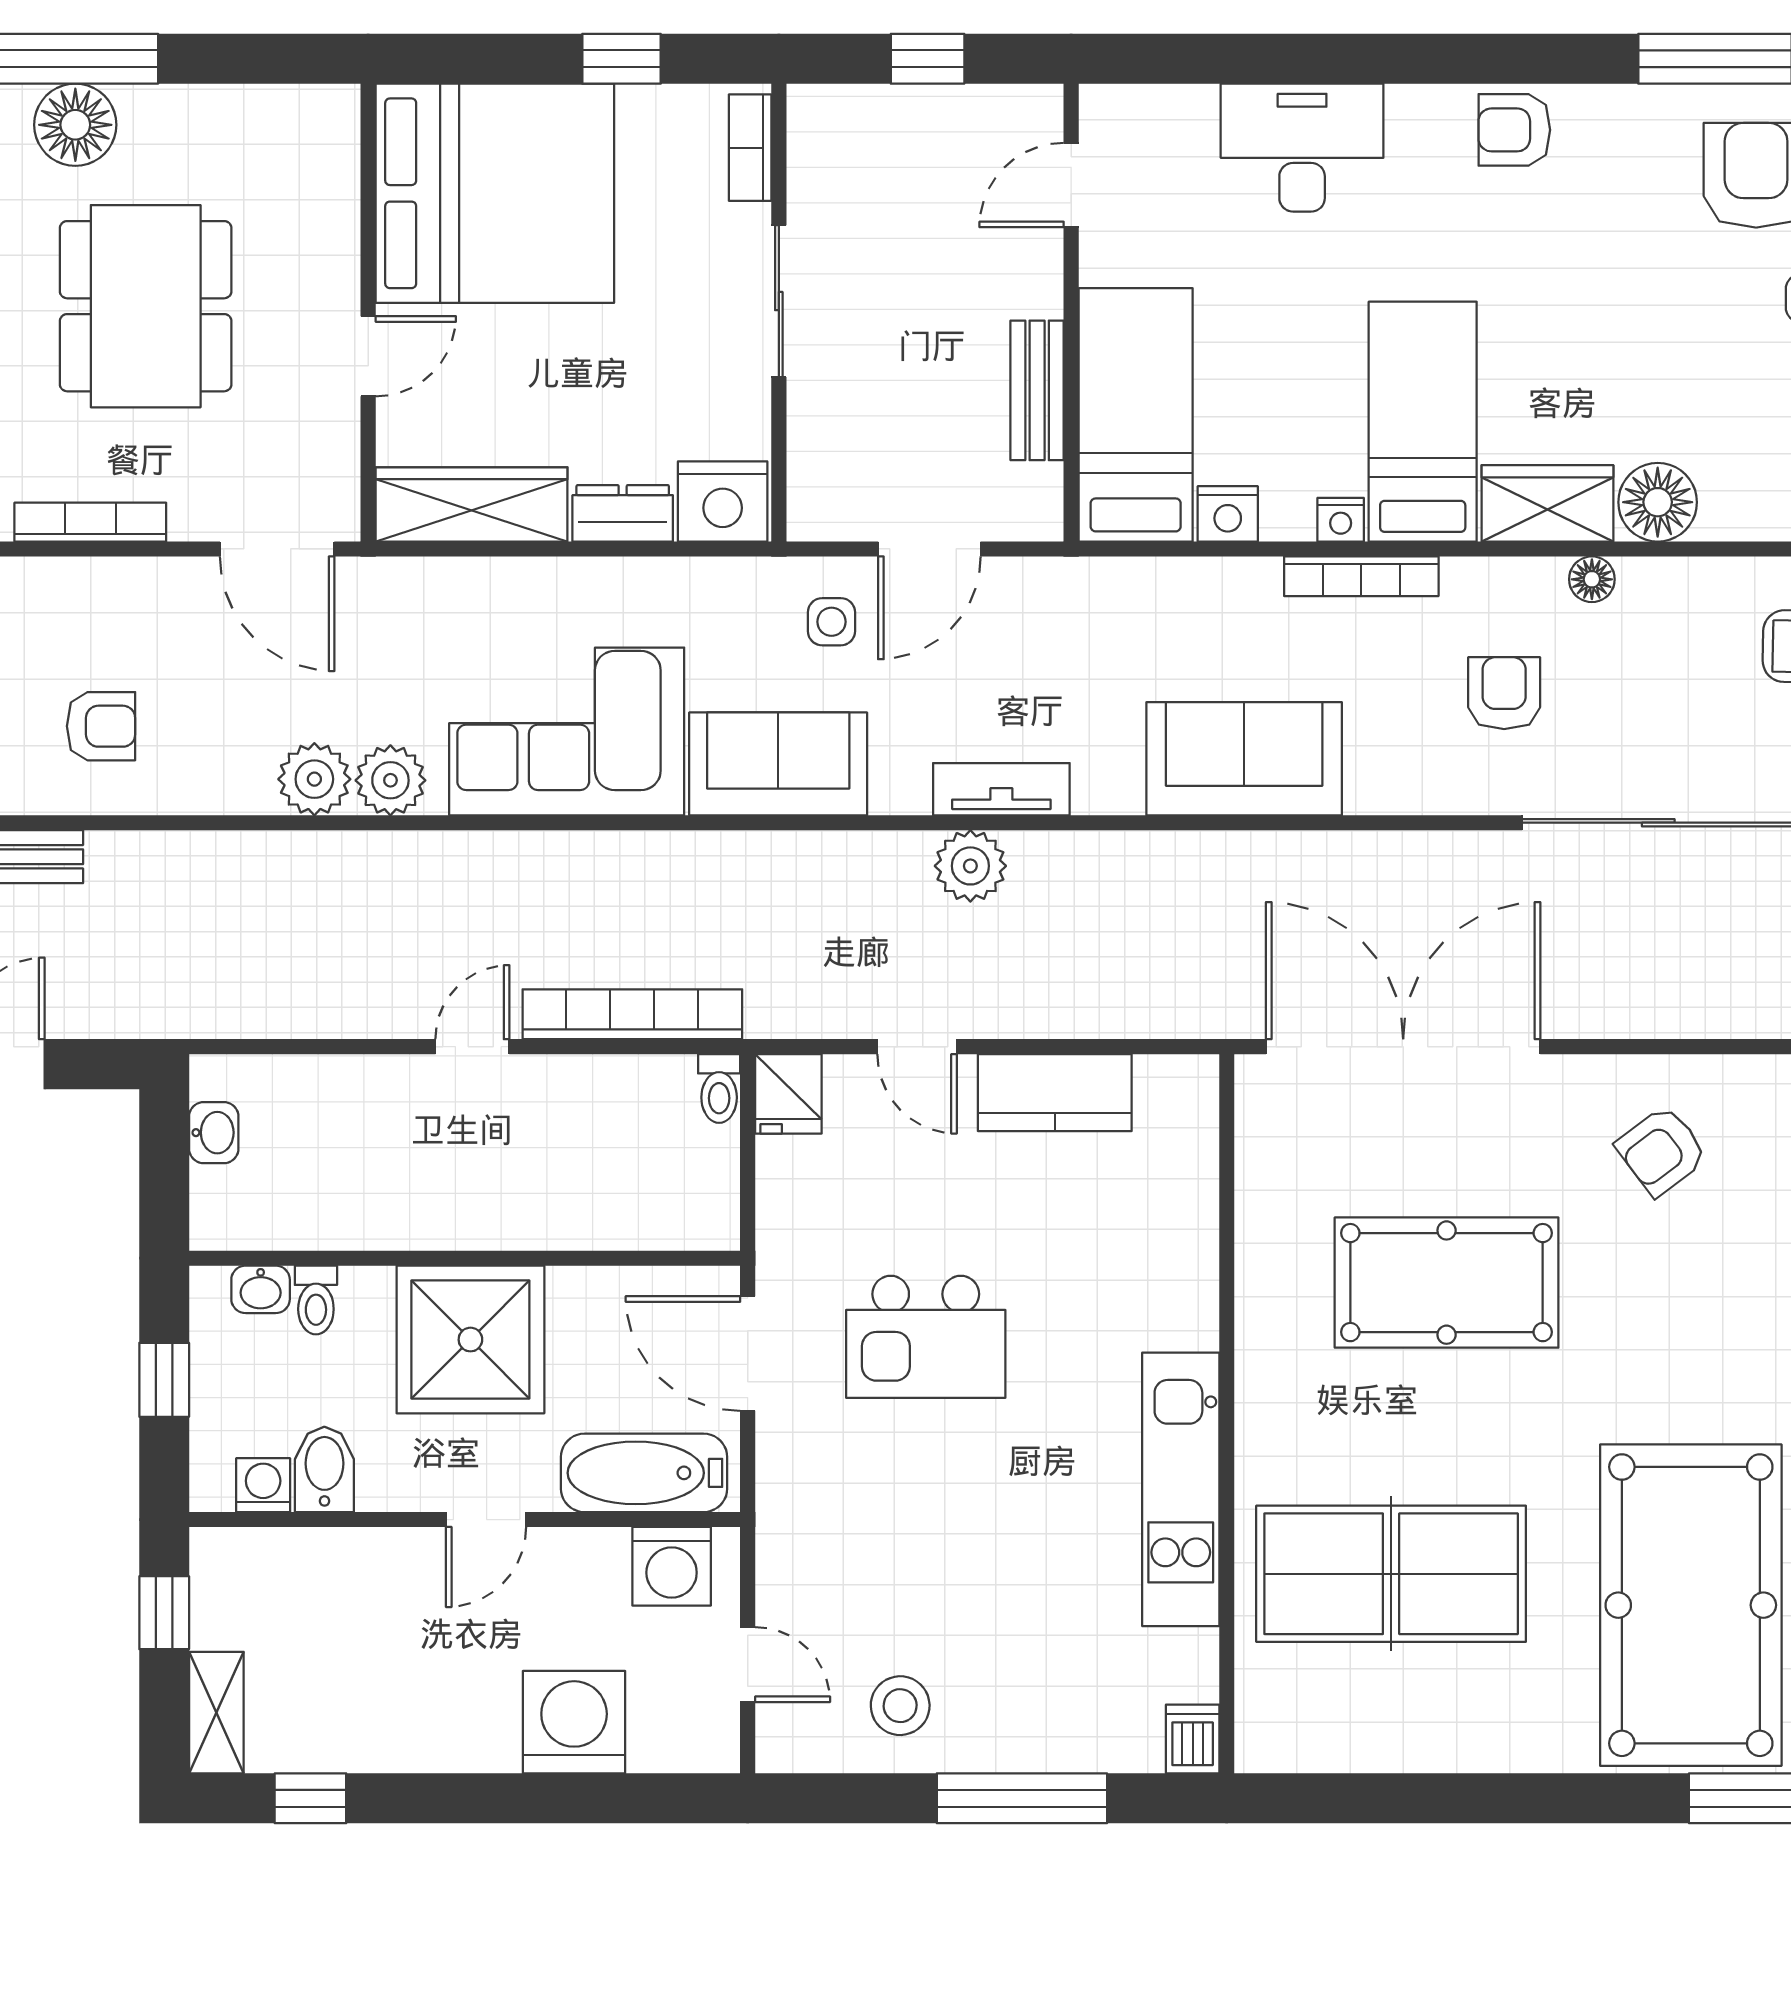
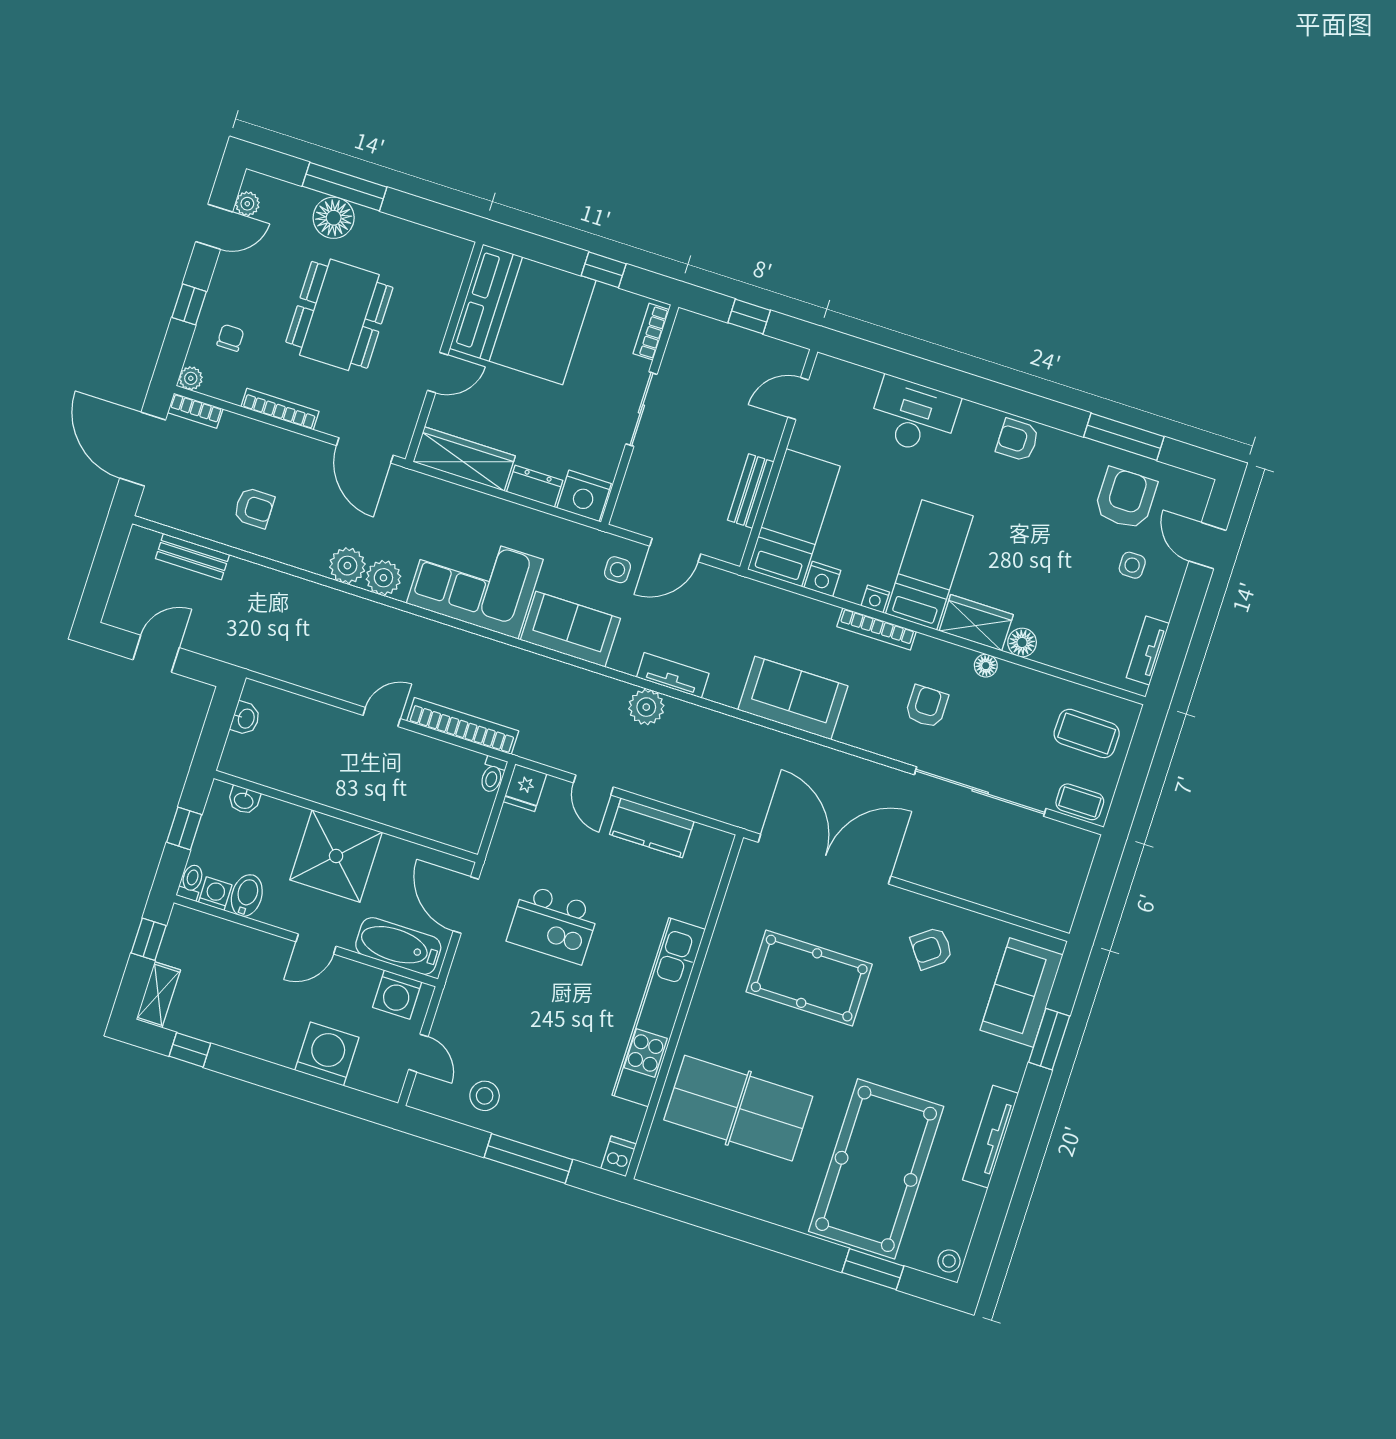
floor lamp: (1658, 502) -> (1022, 642), width x0.73, depth x0.73
toilet: (316, 1300) -> (191, 882), moved, turned 180
kitchen unit: (1181, 1489) -> (659, 1012), width x1.36

